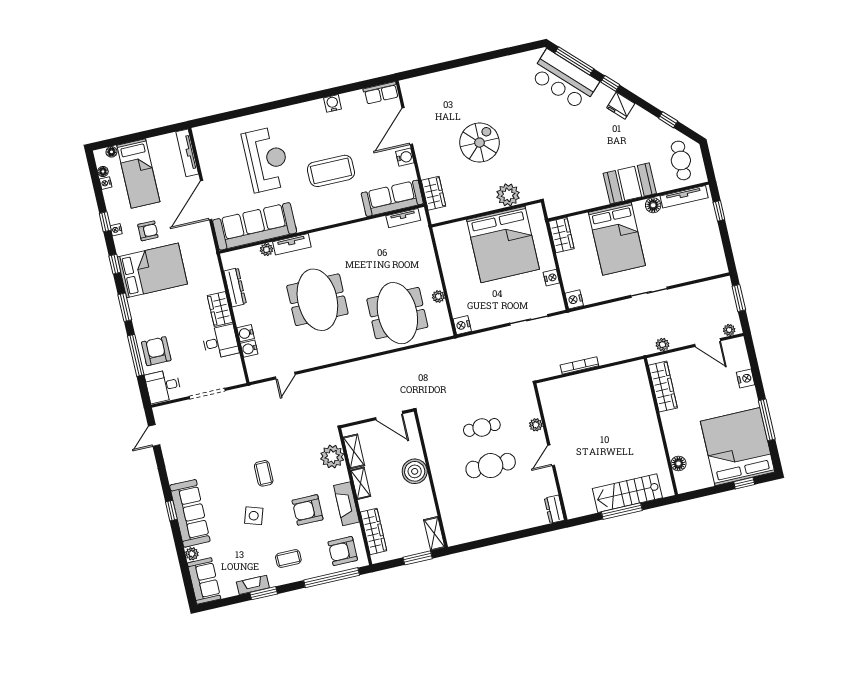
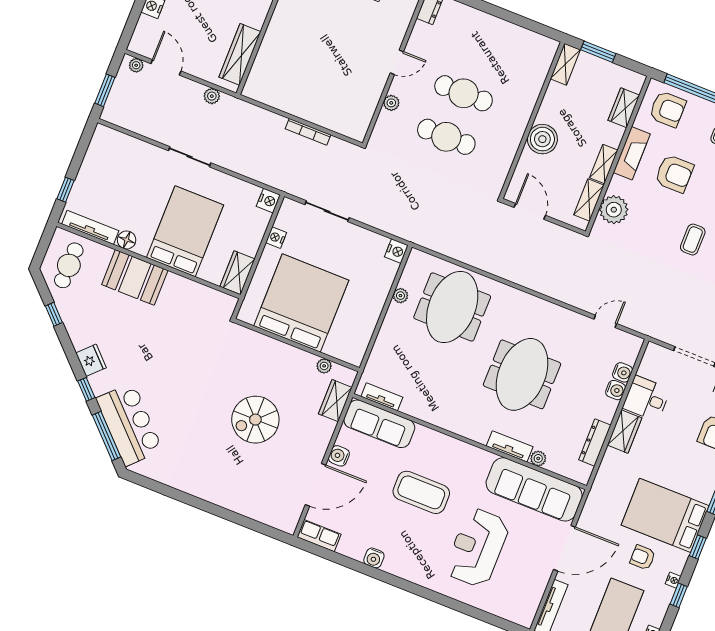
plant: (508, 195) -> (324, 366), moved, width x0.53, depth x0.53
cafe table: (482, 427) -> (446, 137), width x1.37, depth x1.35
wardrobe: (373, 531) -> (624, 108), width x0.67

